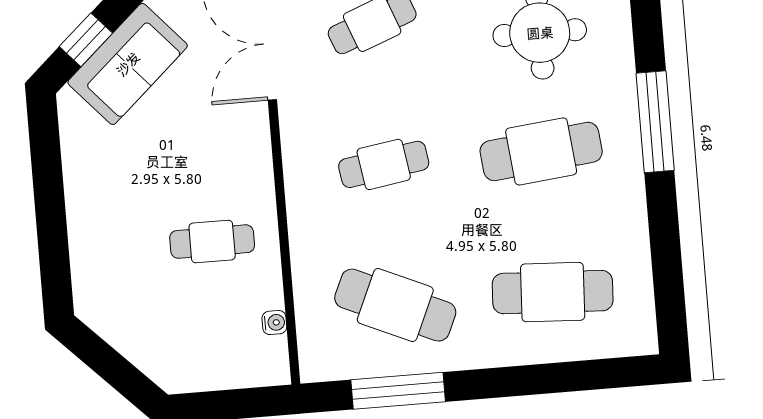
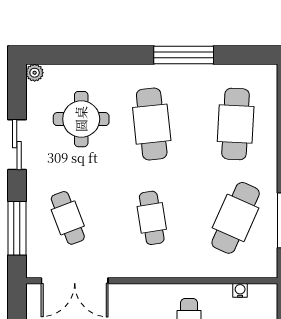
window: (655, 122) -> (184, 55), moved

